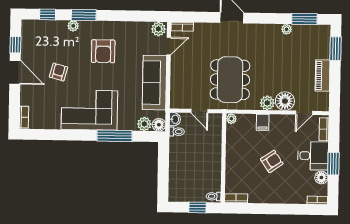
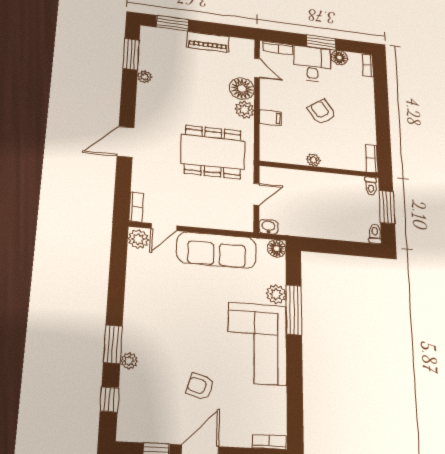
door: (169, 46) -> (164, 227), swing flipped
armchair: (103, 51) -> (169, 319), removed
plant: (231, 119) -> (313, 160), moved
plant: (144, 124) -> (276, 294), moved
toilet: (177, 132) -> (375, 234), moved
window: (198, 207) -> (387, 207), width x1.50

